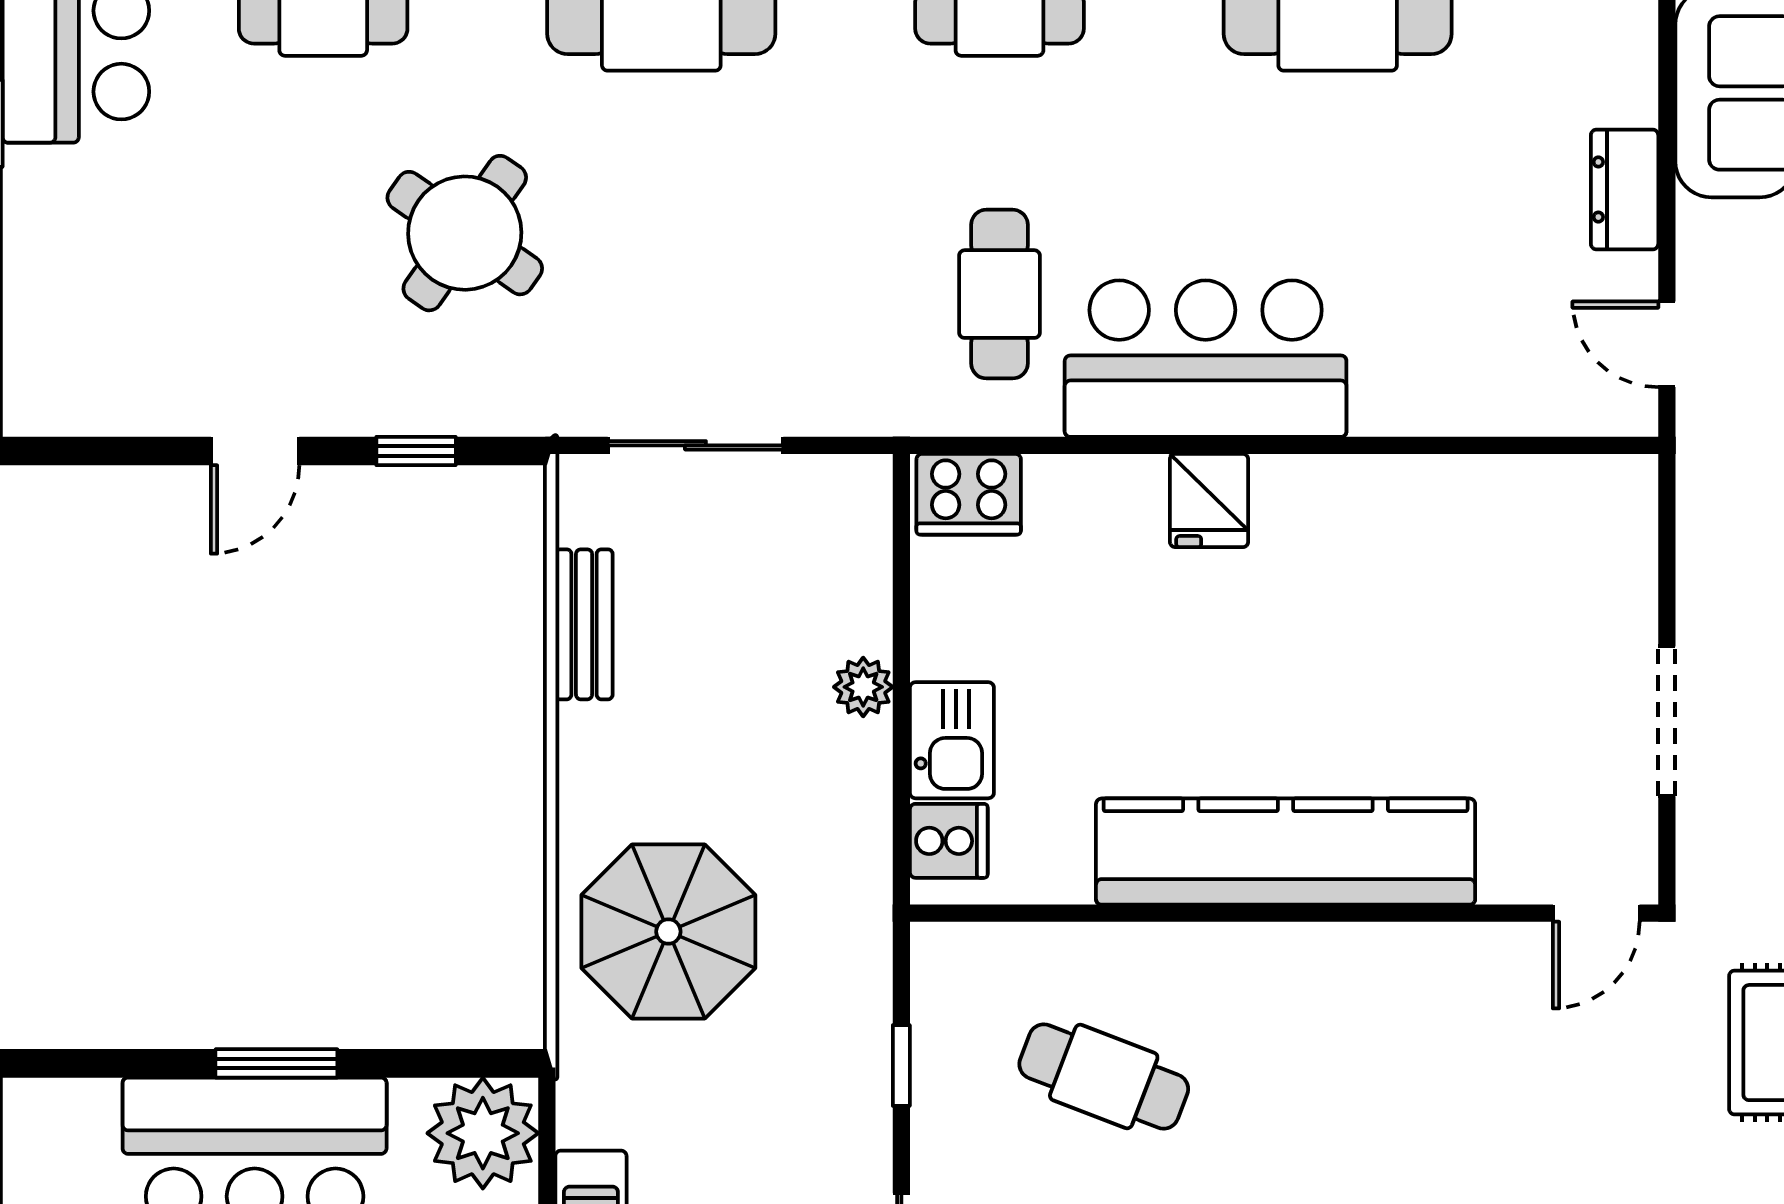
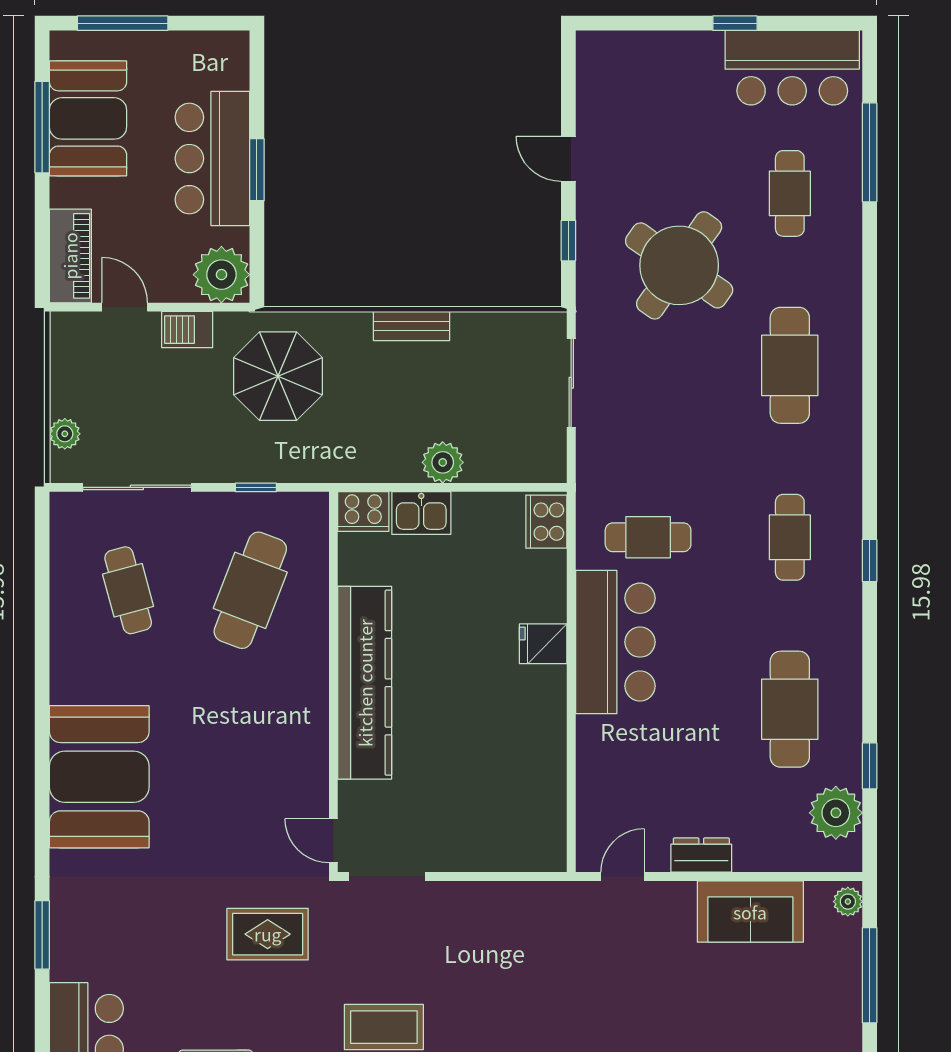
round table: (465, 233) -> (679, 265), width x1.36, depth x1.36
bench: (584, 624) -> (412, 326), moved
plant: (863, 687) -> (443, 462), width x1.38, depth x1.38
doorway: (1667, 721) -> (387, 877), moved
cooker: (949, 841) -> (363, 511), width x1.36
parasol: (668, 932) -> (278, 376), moved
cafe table: (1104, 1077) -> (250, 590), width x1.37, depth x1.35

